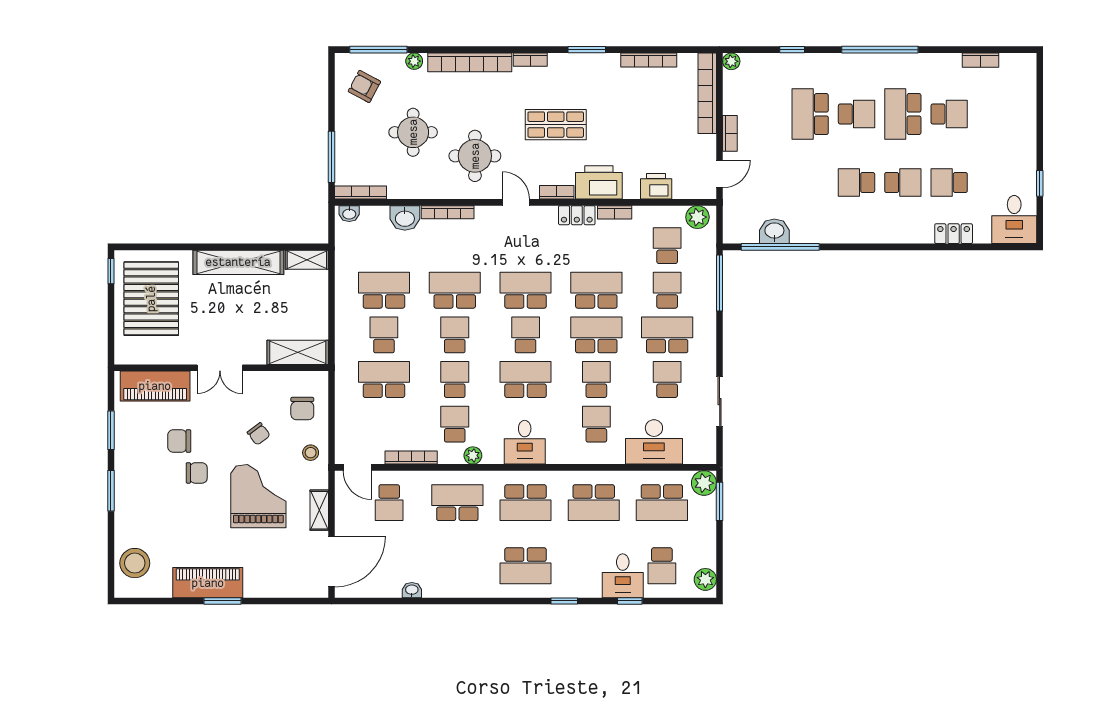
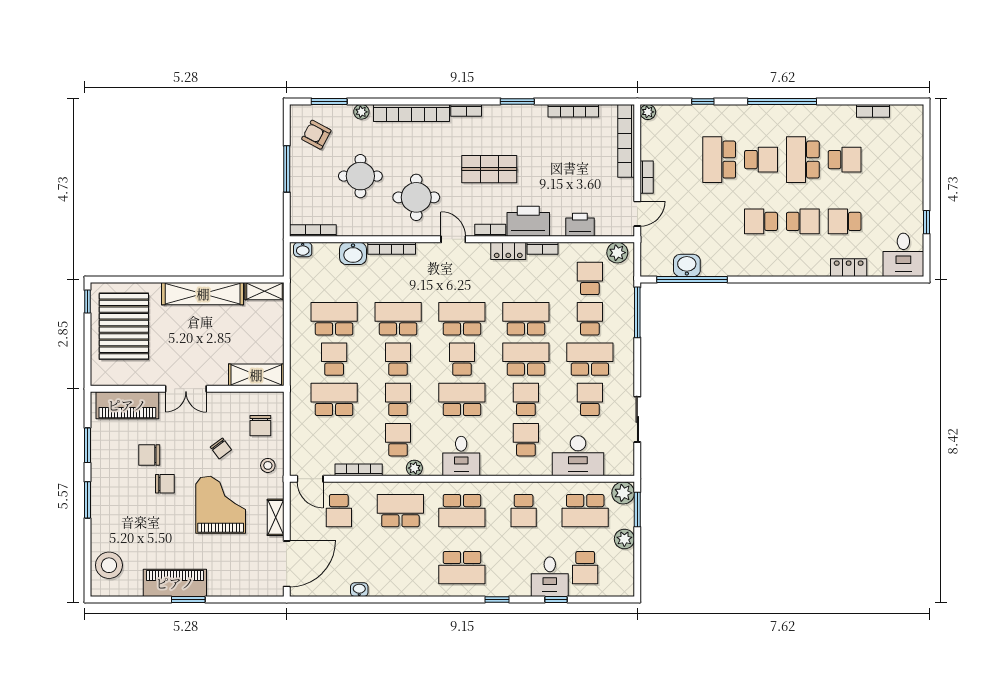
window: (378, 50) -> (329, 101), width x0.69
window: (332, 157) -> (287, 169), moved
school desk: (594, 503) -> (524, 511), width x0.54
plant: (705, 579) -> (624, 539), moved

